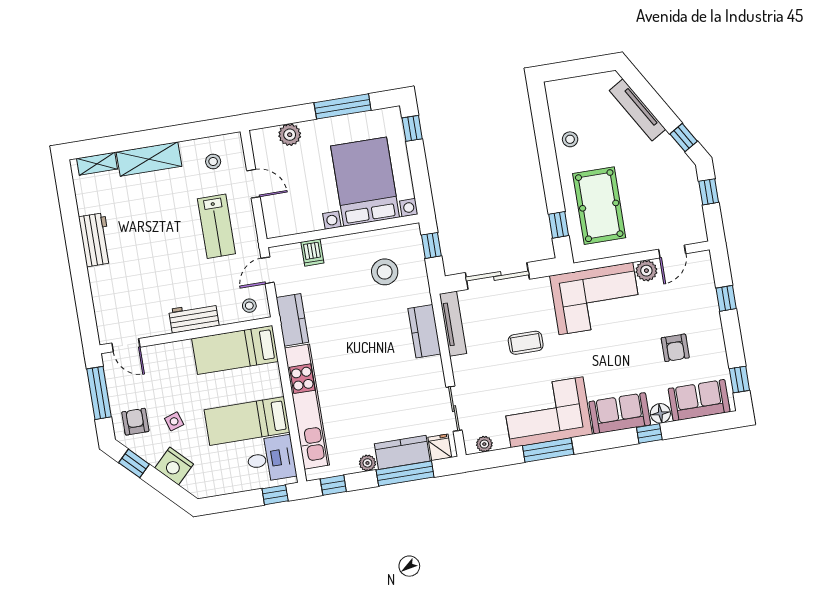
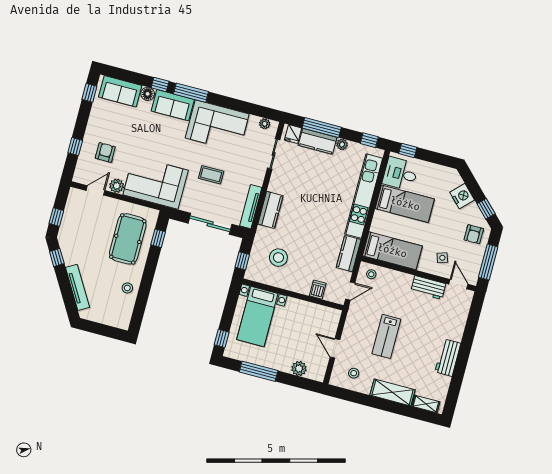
bed with nightstands: (365, 182) -> (257, 316), width x0.73
lab bench: (216, 226) -> (386, 336), moved, turned 180
workbench: (194, 317) -> (428, 288), moved
armchair: (675, 348) -> (105, 152), moved
side table: (174, 421) -> (442, 258), moved
window: (548, 450) -> (191, 93), moved

